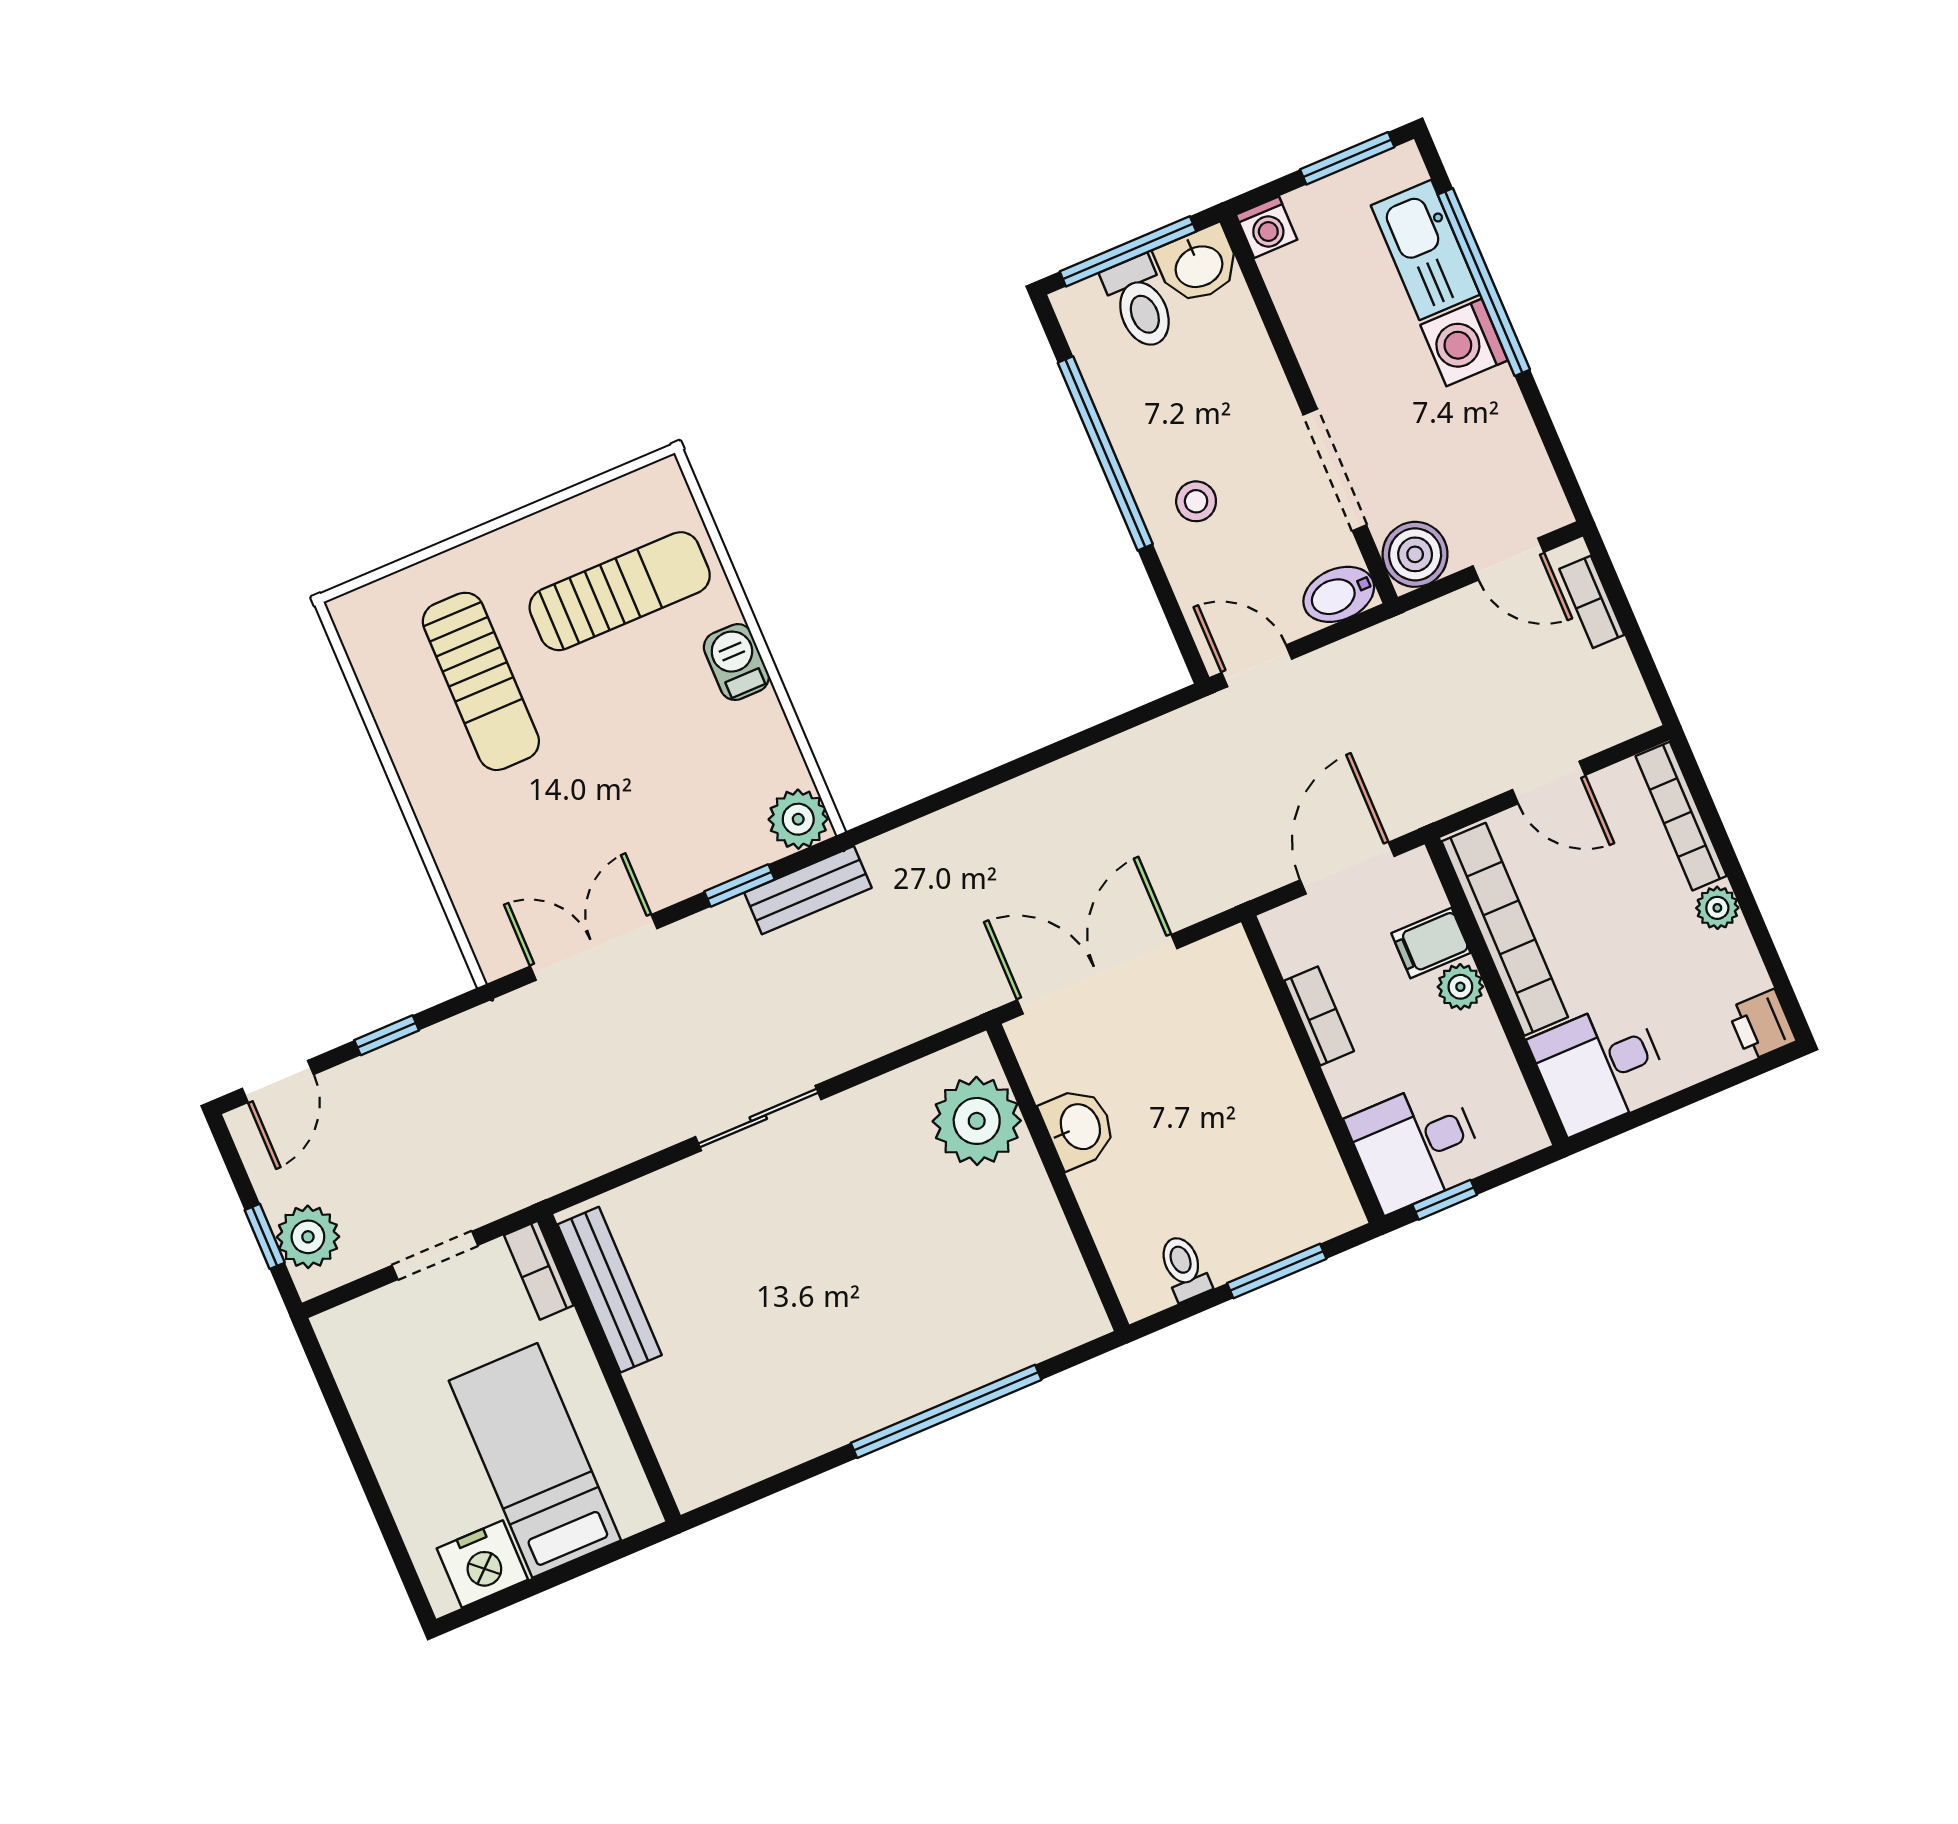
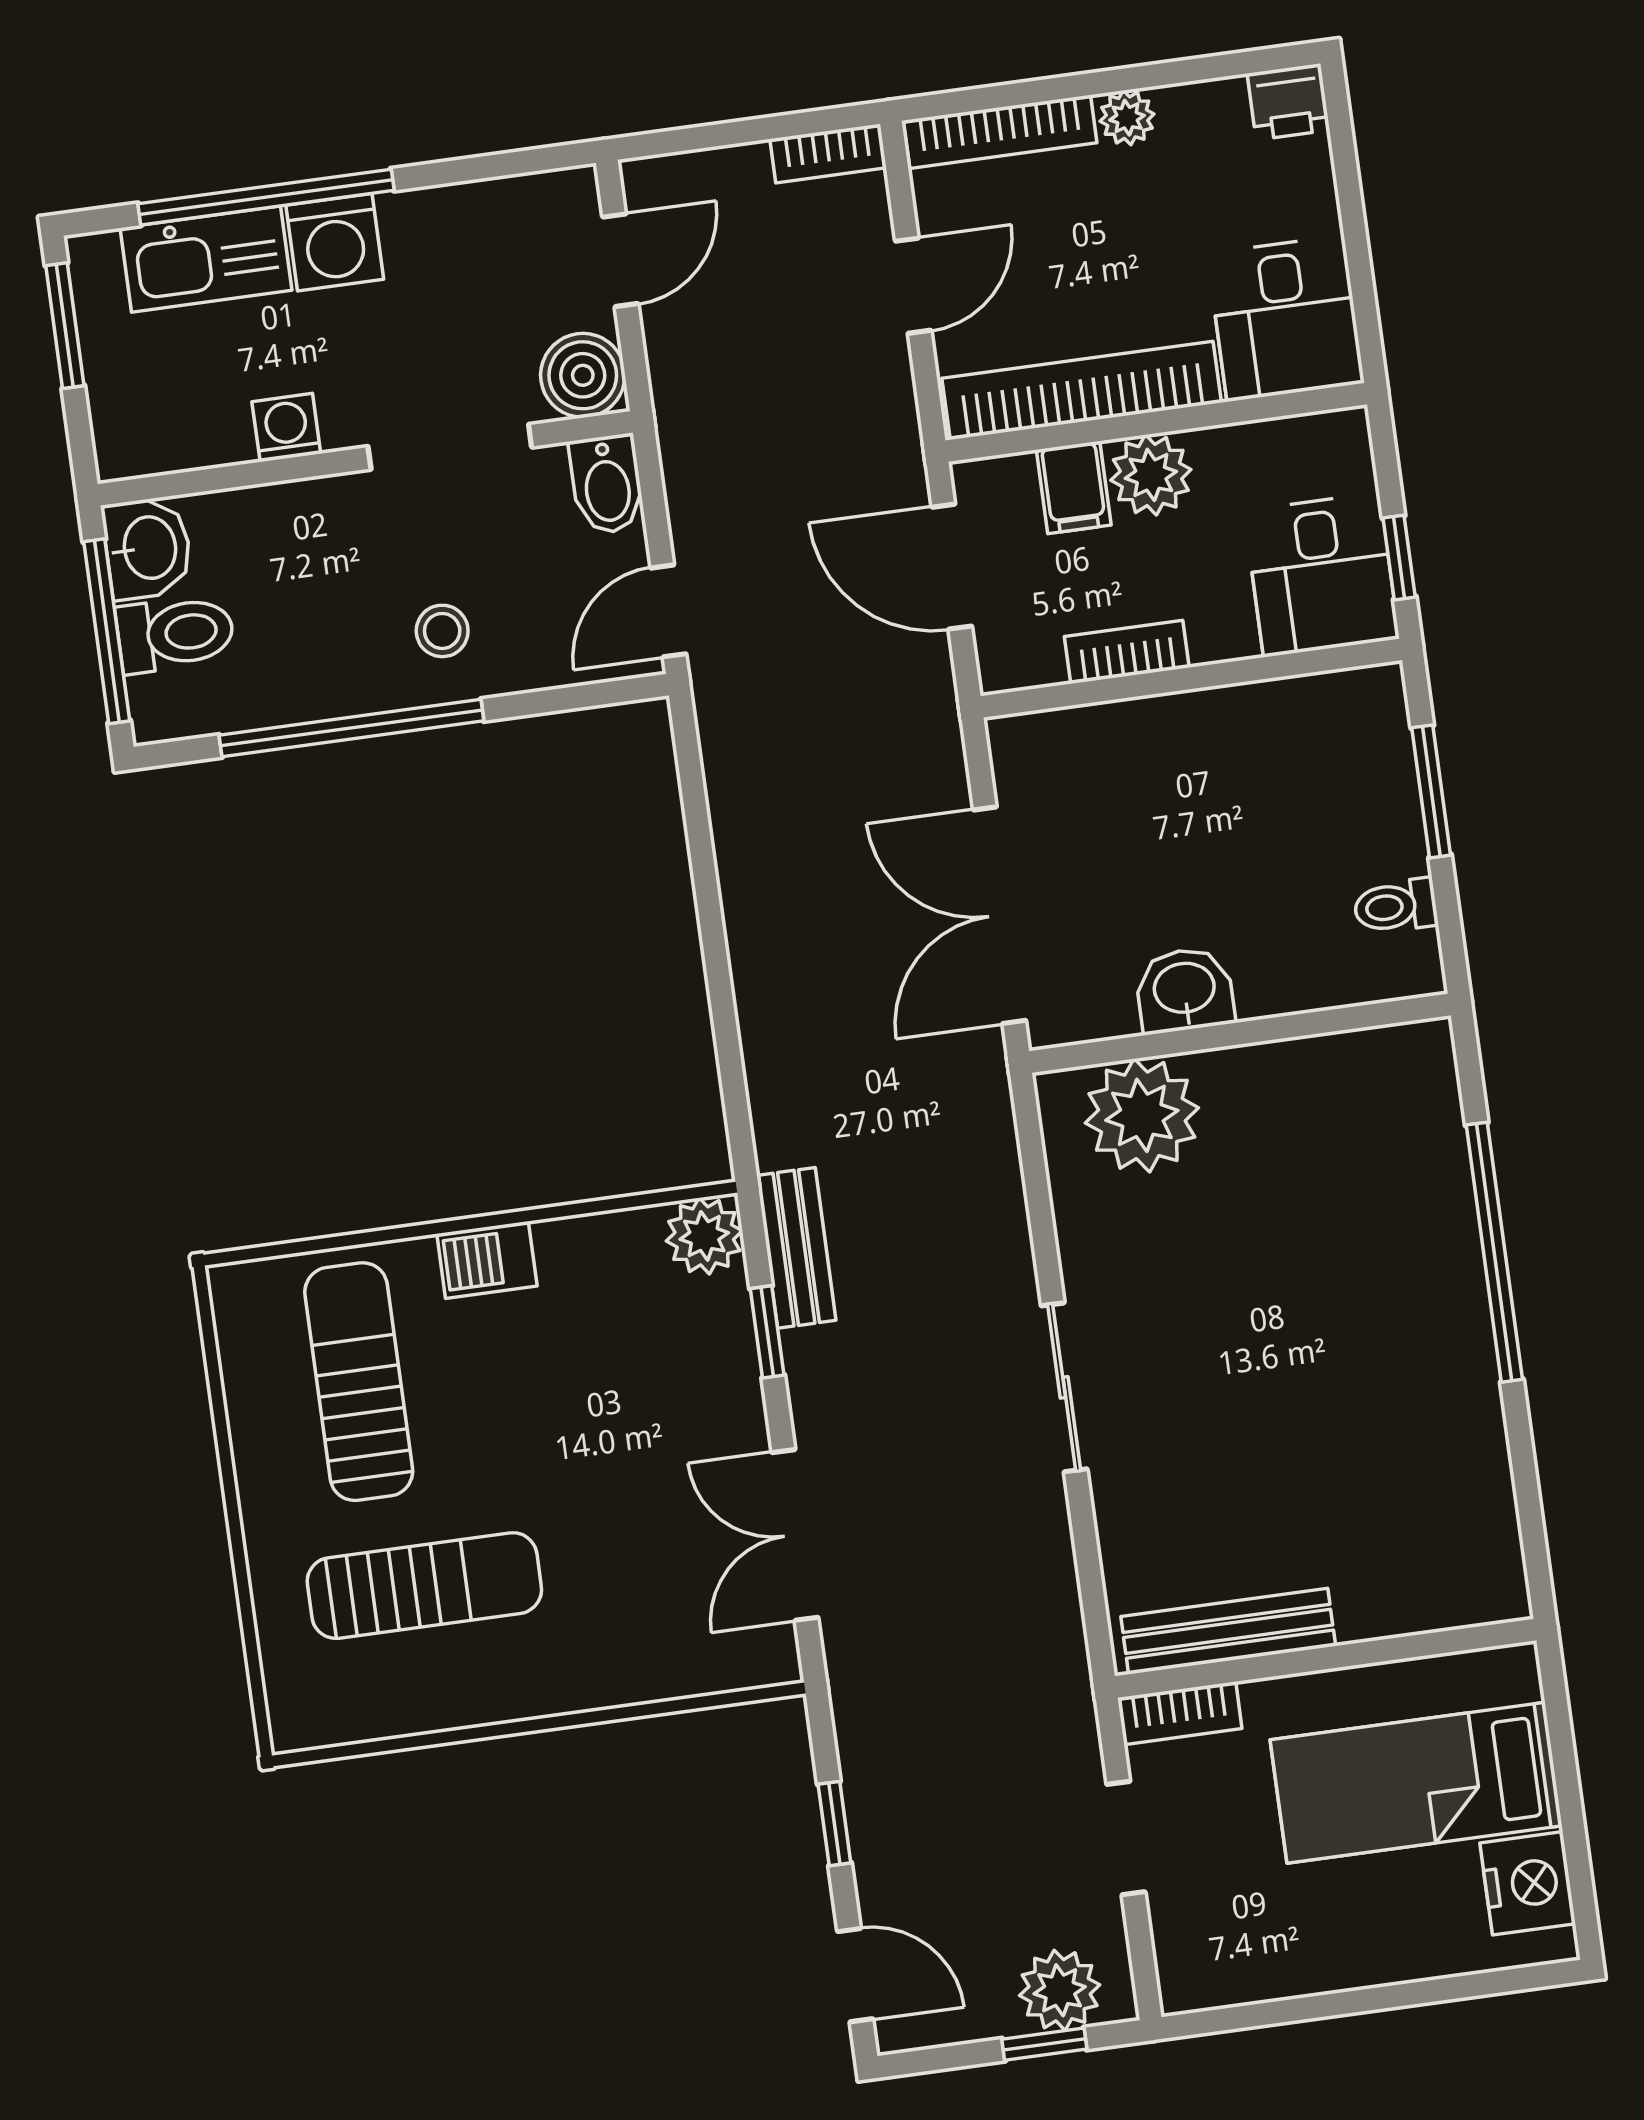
washing machine: (1266, 227) -> (286, 428), moved, turned -90
bookcase: (1592, 602) -> (828, 153), moved
plant: (1460, 987) -> (1151, 475), width x1.38, depth x1.38

